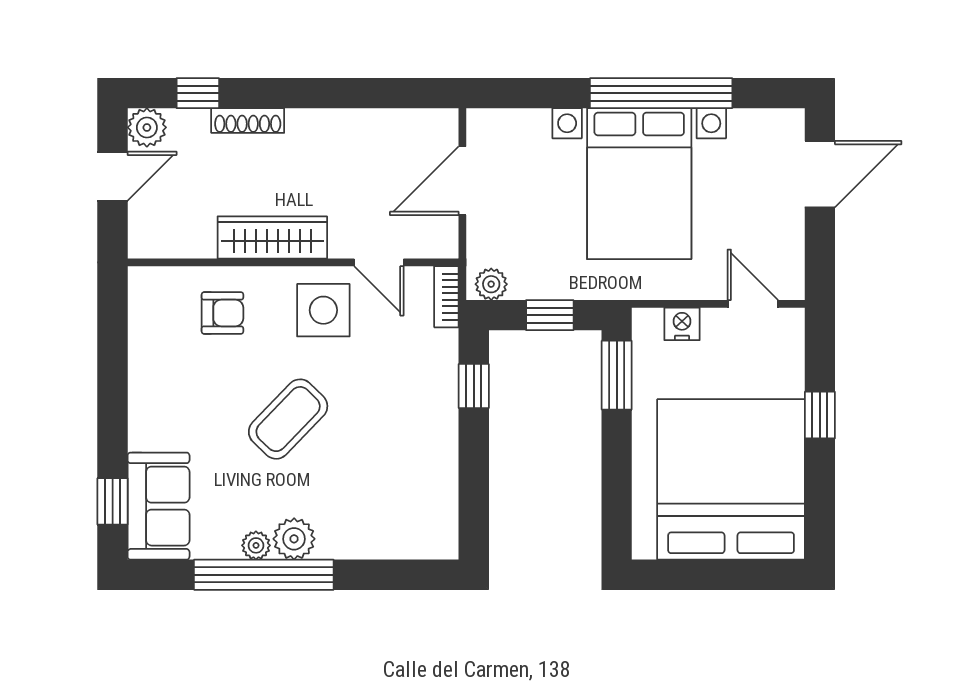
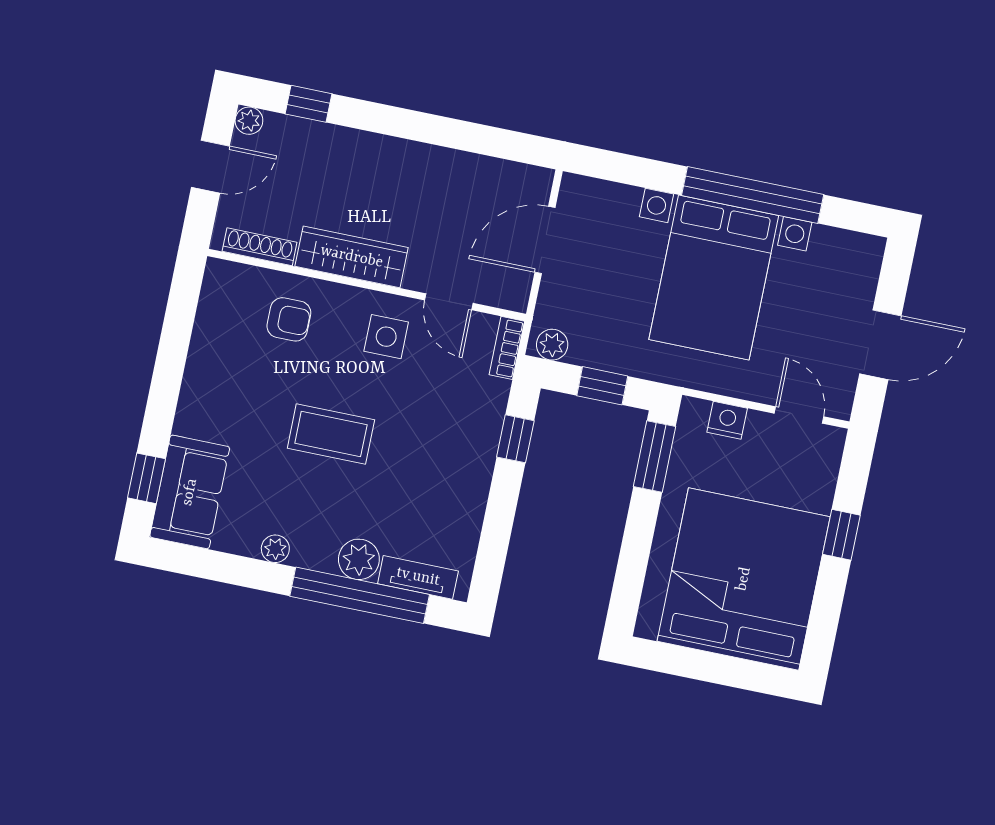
shoe rack: (248, 121) -> (260, 247), moved, turned 180
plant: (147, 127) -> (249, 121), width x0.73, depth x0.73
door: (820, 174) -> (880, 345), moved
side table: (323, 310) -> (386, 337), width x0.73, depth x0.73
coffee table: (288, 419) -> (331, 434), turned 46
plant: (294, 539) -> (359, 559), moved
tv unit: (405, 545) -> (418, 577), added
window: (264, 575) -> (360, 595), moved

